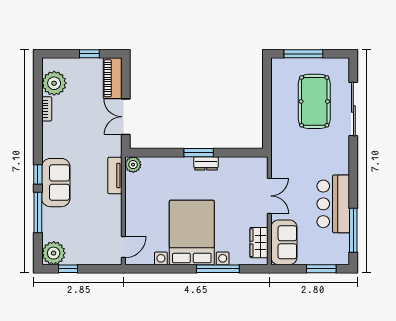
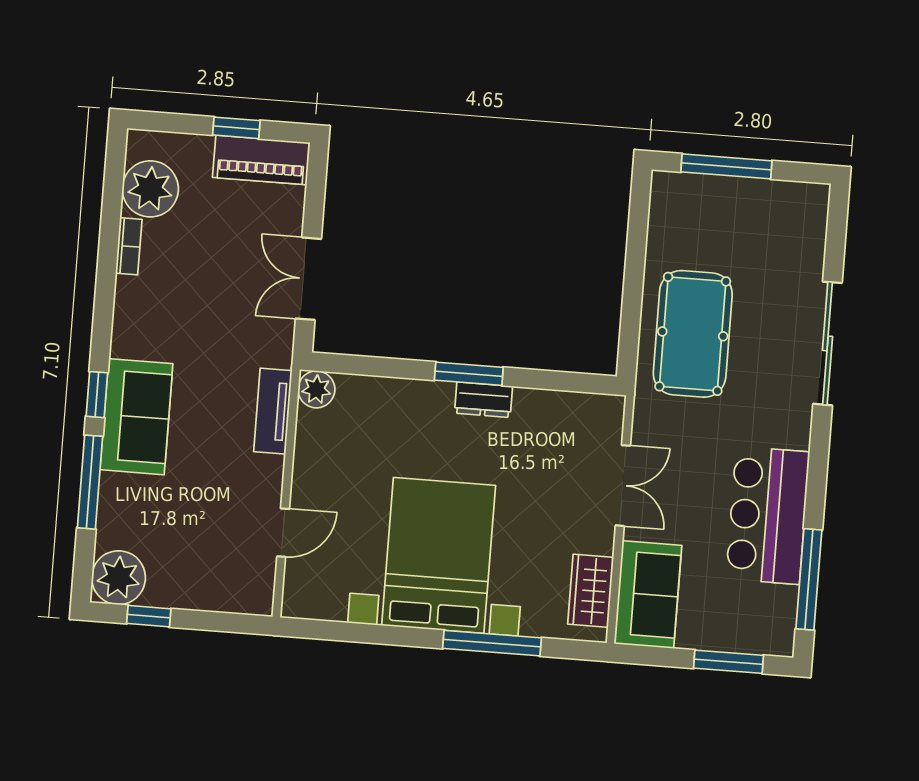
piano: (113, 78) -> (261, 160), moved, turned -90
pool table: (314, 101) -> (693, 334), moved
sliding door: (353, 109) -> (827, 343), moved
door: (123, 247) -> (283, 533), moved

